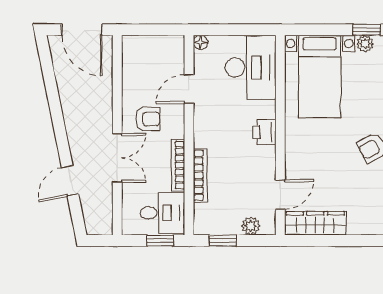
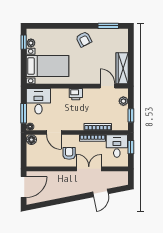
window: (227, 30) -> (24, 113), added
floor lamp: (175, 45) -> (31, 140), added
desk: (251, 67) -> (38, 101), width x0.73
door: (70, 181) -> (100, 193), hinge flipped

